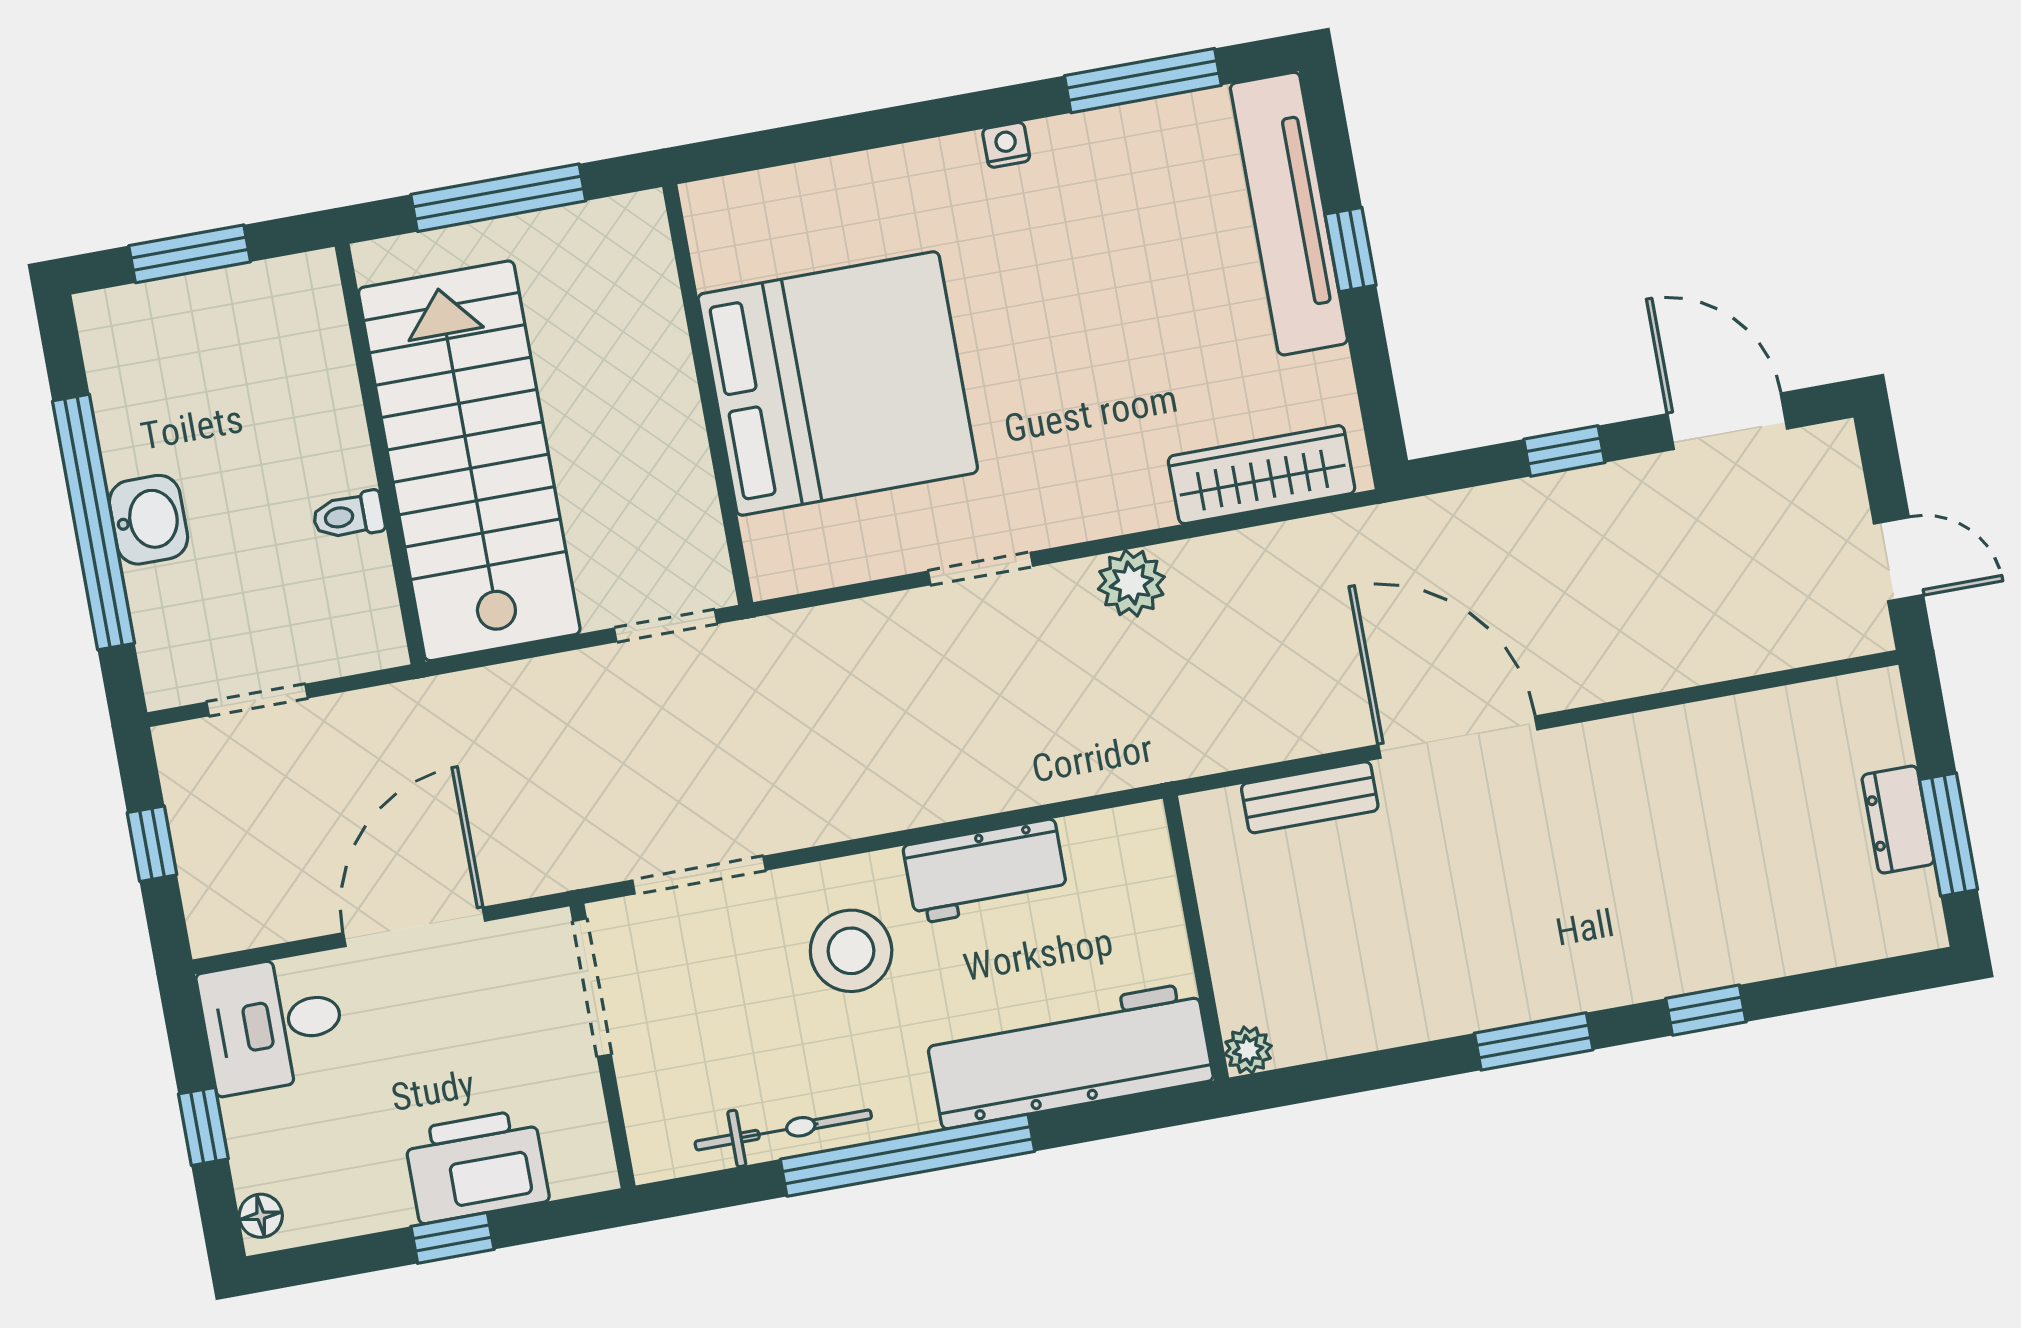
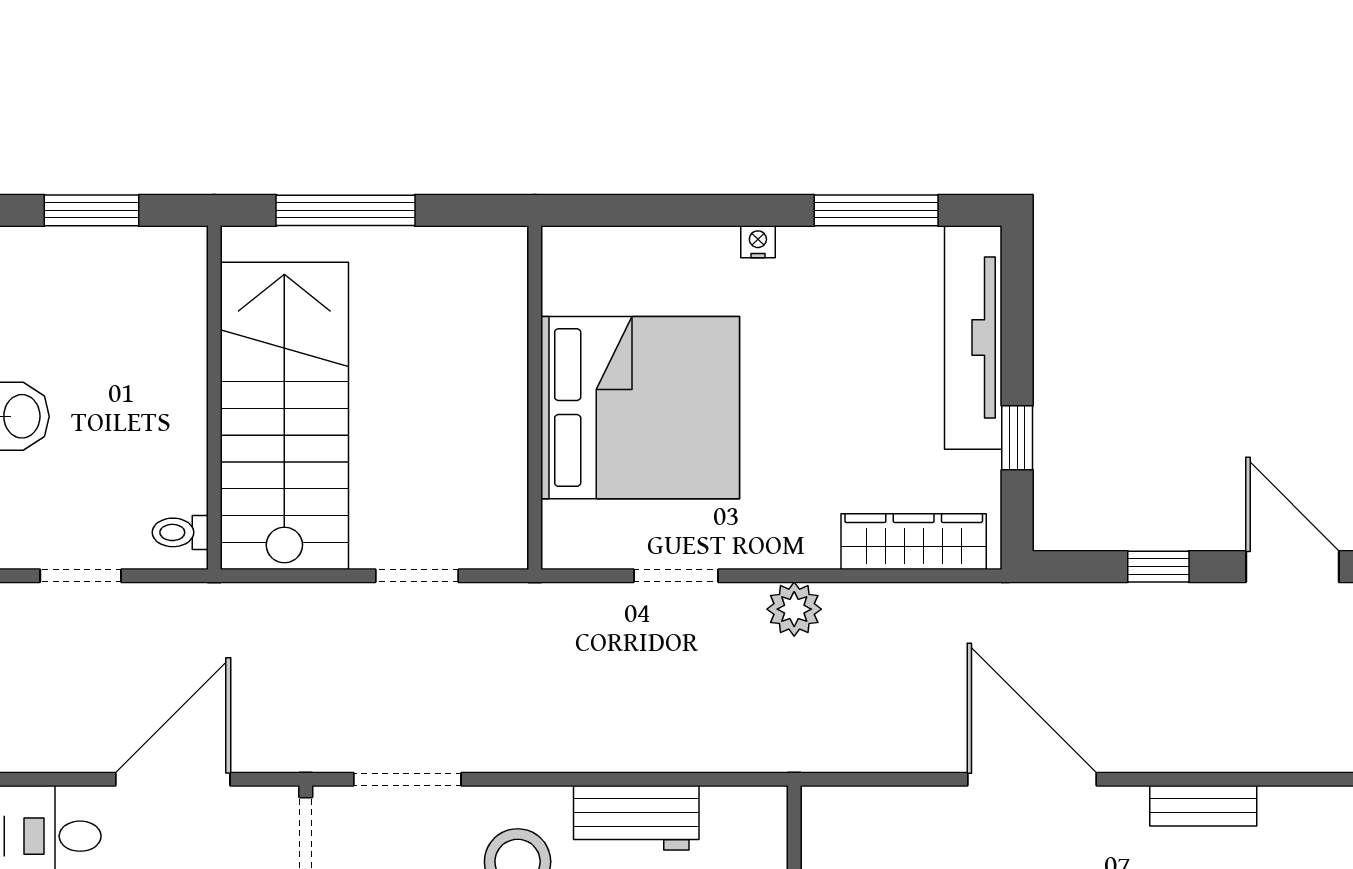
window: (1351, 250) -> (1017, 438), moved
bed: (838, 383) -> (640, 408), moved
wall: (708, 395) -> (535, 398), moved
toilet: (349, 516) -> (180, 532), moved
bench: (1310, 797) -> (1203, 806), moved

